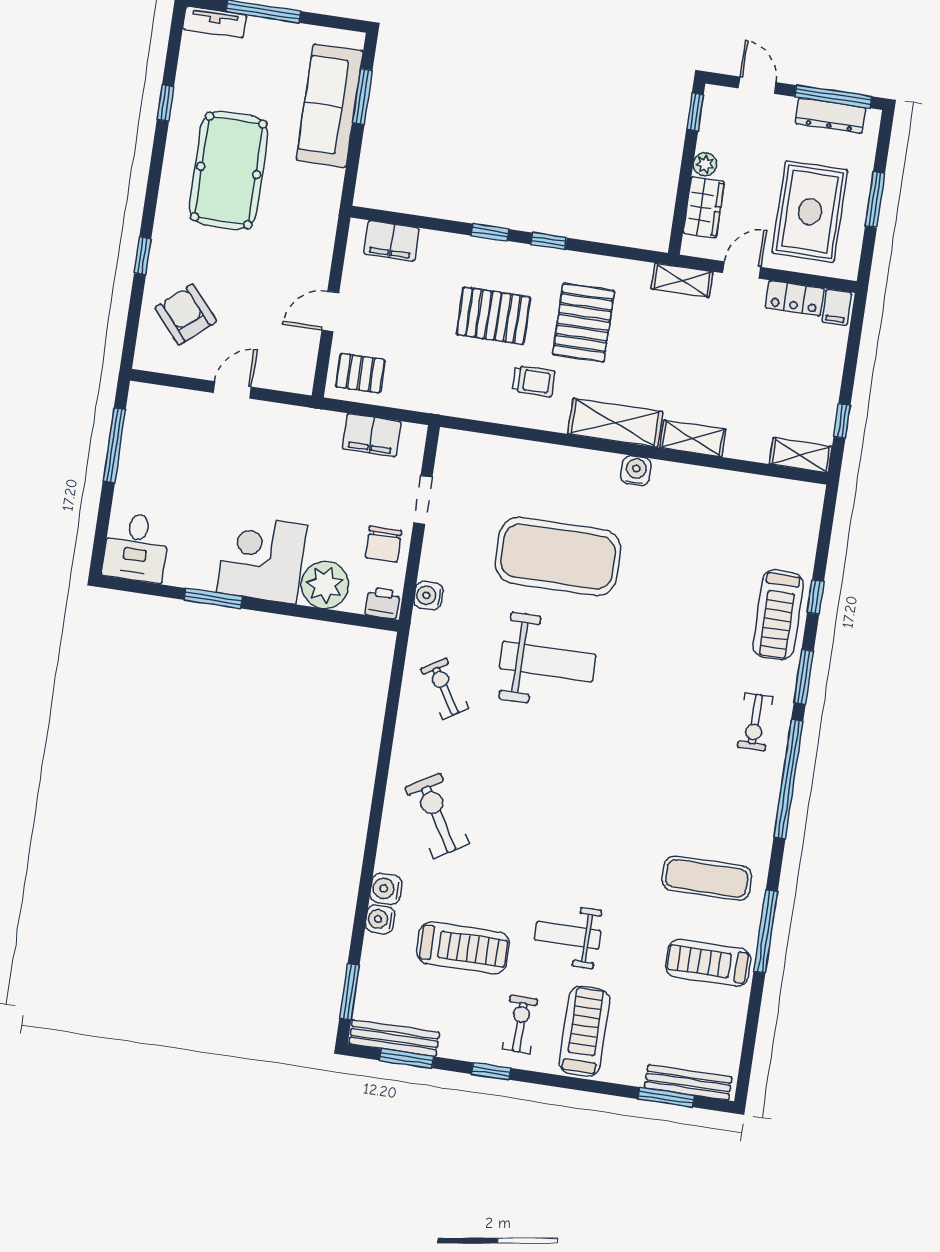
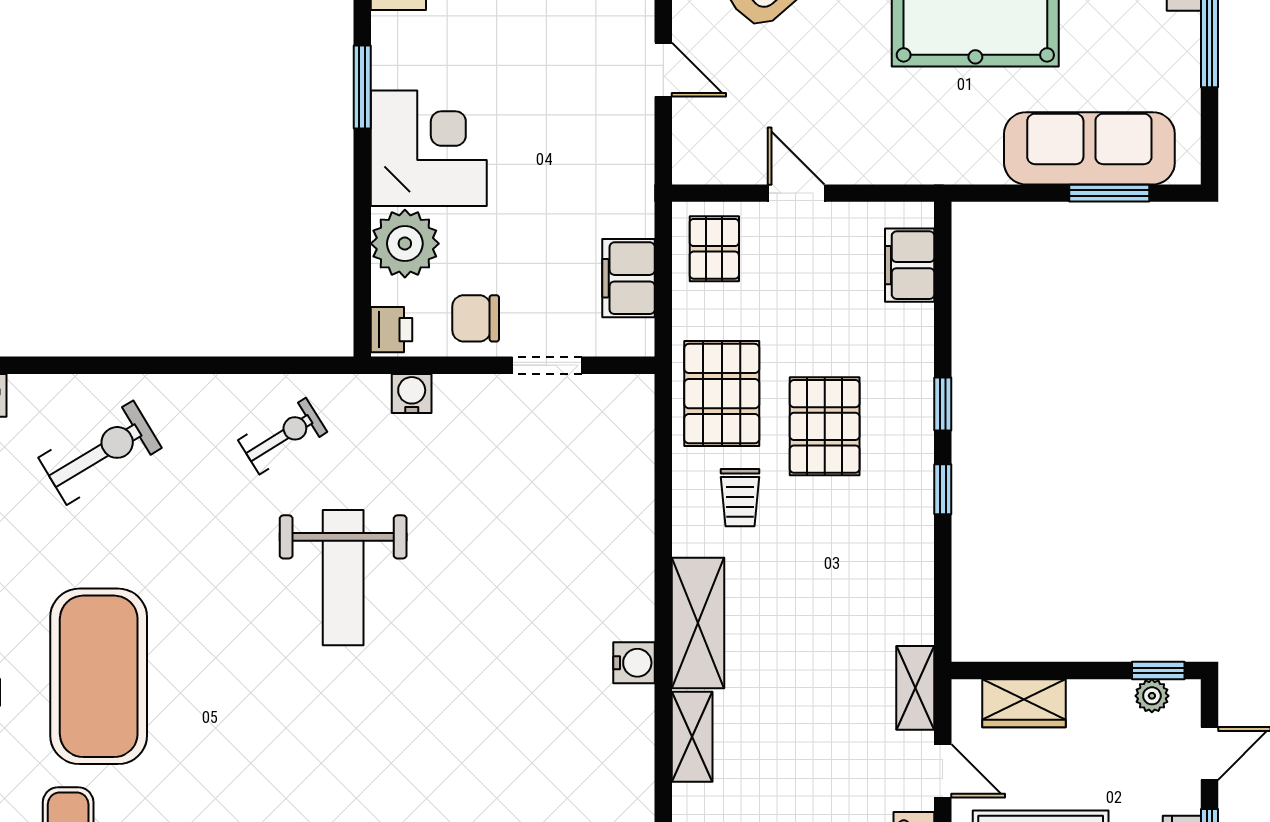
plant: (705, 164) -> (1152, 696), moved
pallet: (583, 323) -> (722, 394), moved, turned 90
exercise mat: (558, 556) -> (99, 676), moved

